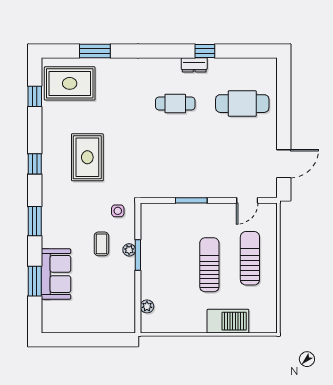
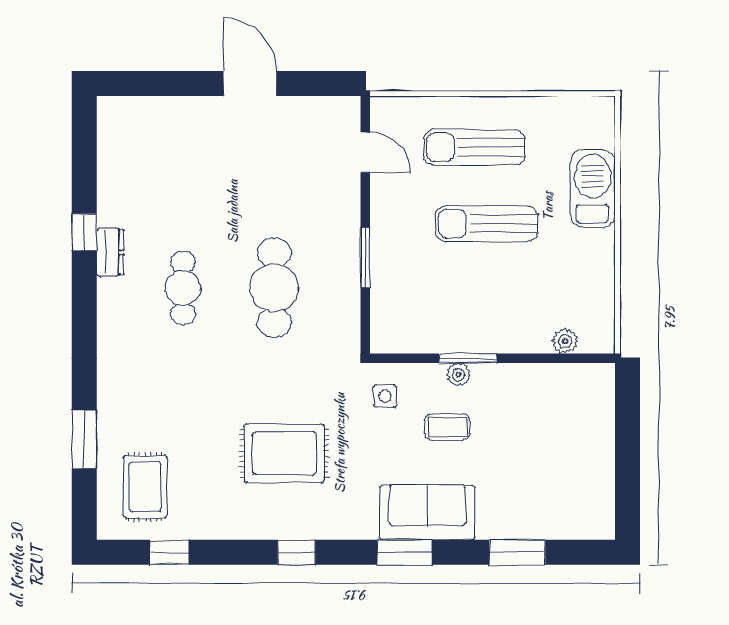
rug: (70, 83) -> (145, 487), width x0.73, depth x0.70
cafe table: (242, 104) -> (274, 288), moved
door: (284, 164) -> (250, 84), moved
sofa: (56, 274) -> (427, 512), moved

